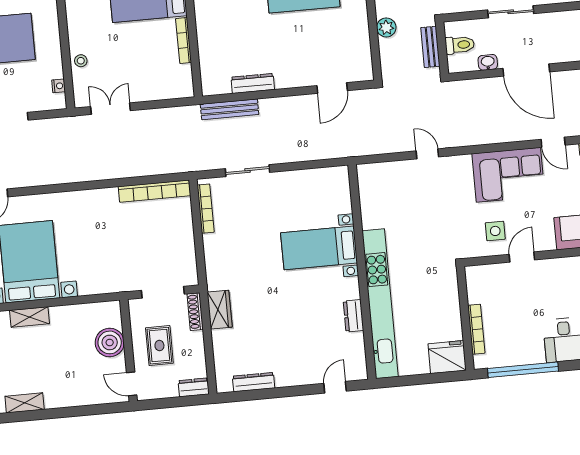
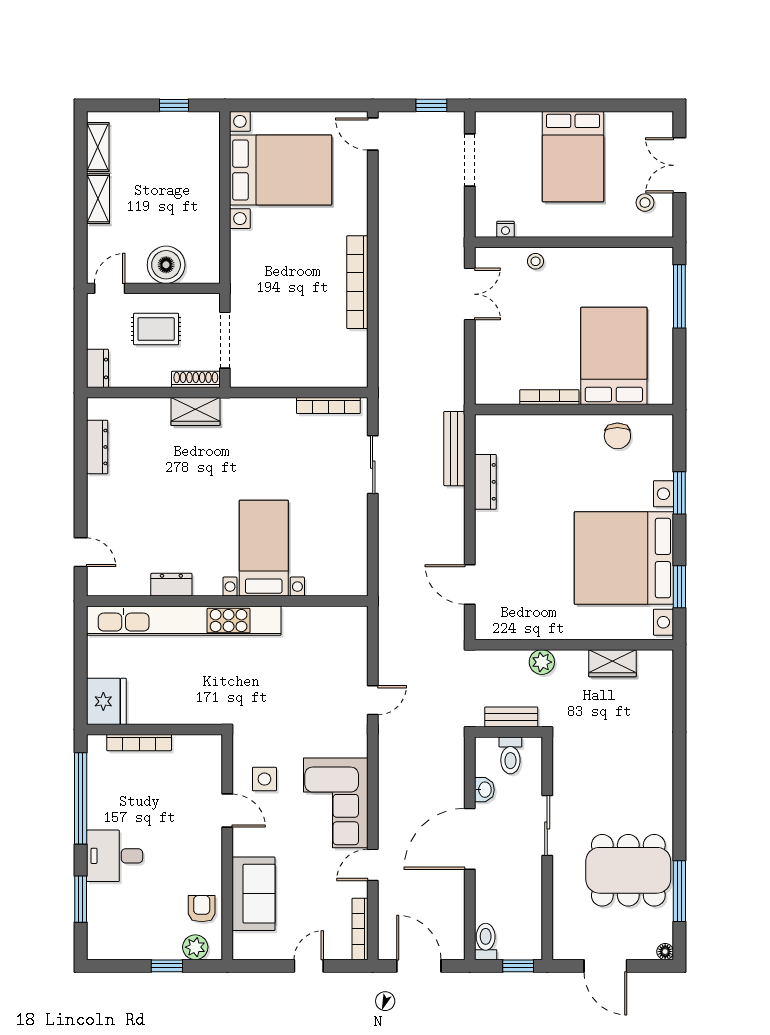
bookcase: (155, 191) -> (357, 282), moved
shelving: (29, 317) -> (98, 199), moved

